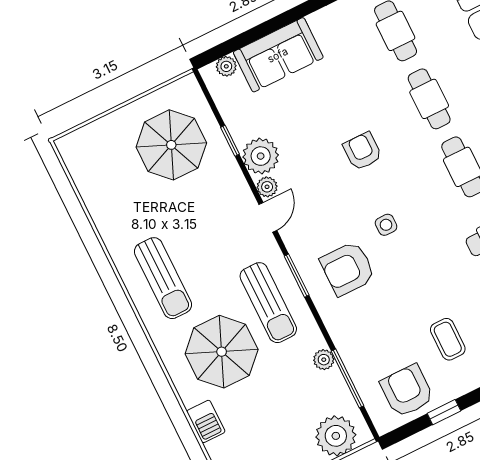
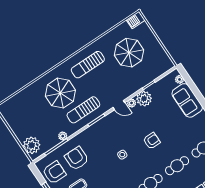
parasol: (171, 145) -> (129, 53), moved
armchair: (348, 269) -> (77, 158), moved
barbecue: (206, 421) -> (136, 20), moved

